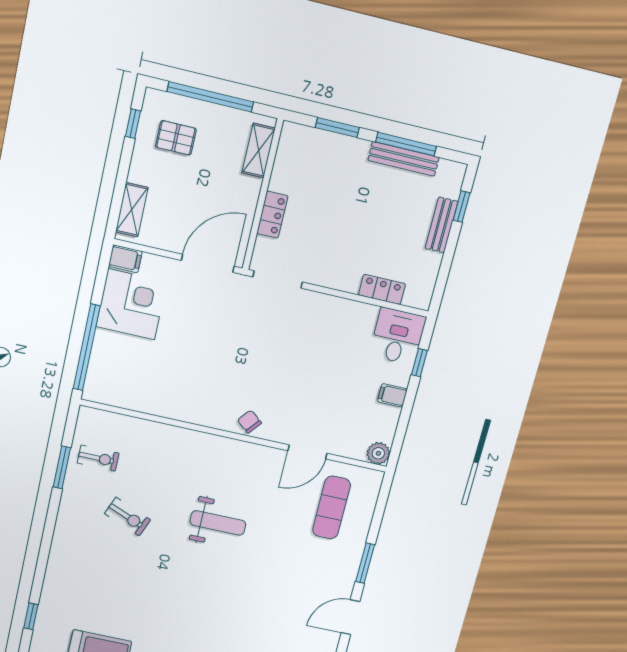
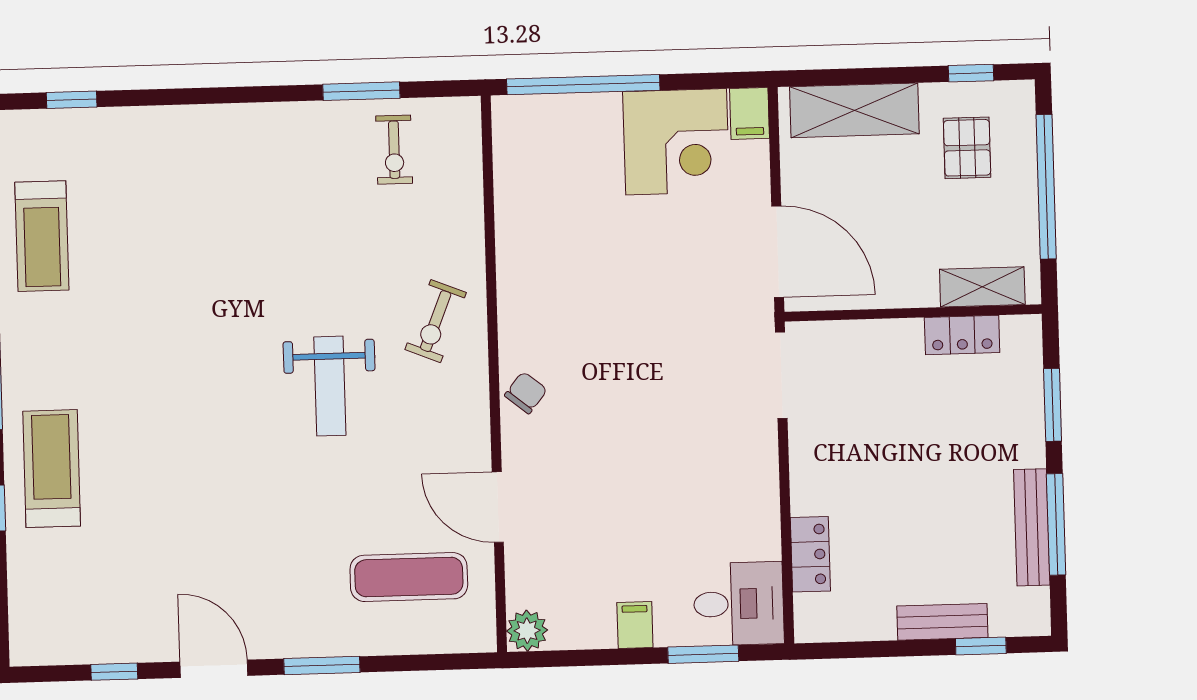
shelving: (132, 210) -> (854, 110), width x1.50, depth x1.33
locker: (272, 215) -> (962, 335), moved
window: (419, 363) -> (703, 654), width x1.50
exercise bike: (128, 517) -> (436, 321), moved

